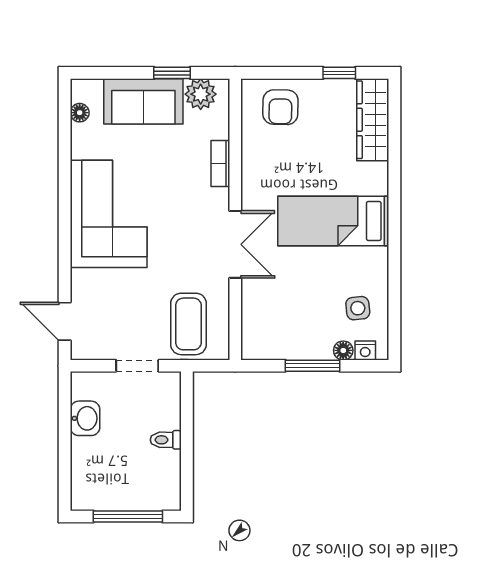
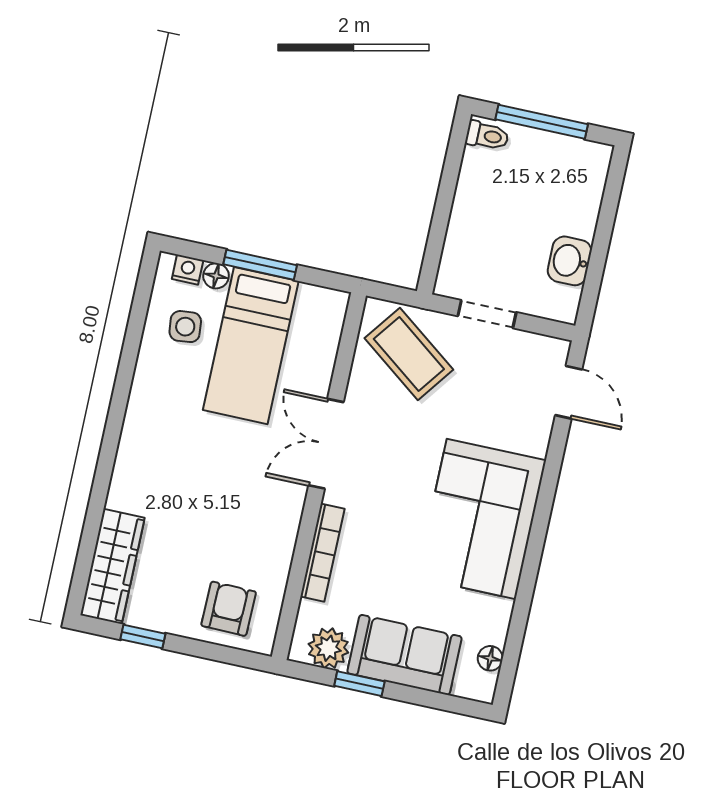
bookcase: (220, 164) -> (322, 553), width x1.56
bed: (333, 221) -> (251, 346), moved, turned 90
coffee table: (188, 324) -> (409, 354), turned -53
toilet: (166, 440) -> (487, 136), moved

